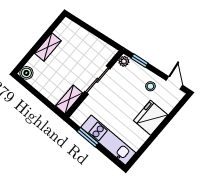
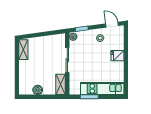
shelving: (48, 47) -> (23, 50), moved
boiler: (26, 73) -> (38, 90), moved
fridge: (151, 118) -> (118, 56), width x0.53, depth x0.75

